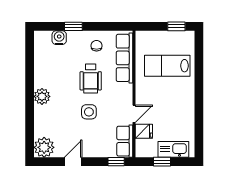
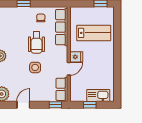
water cooler: (59, 38) -> (13, 12), removed
lab bench: (167, 66) -> (94, 33), turned 180
fridge: (144, 131) -> (76, 57), moved

